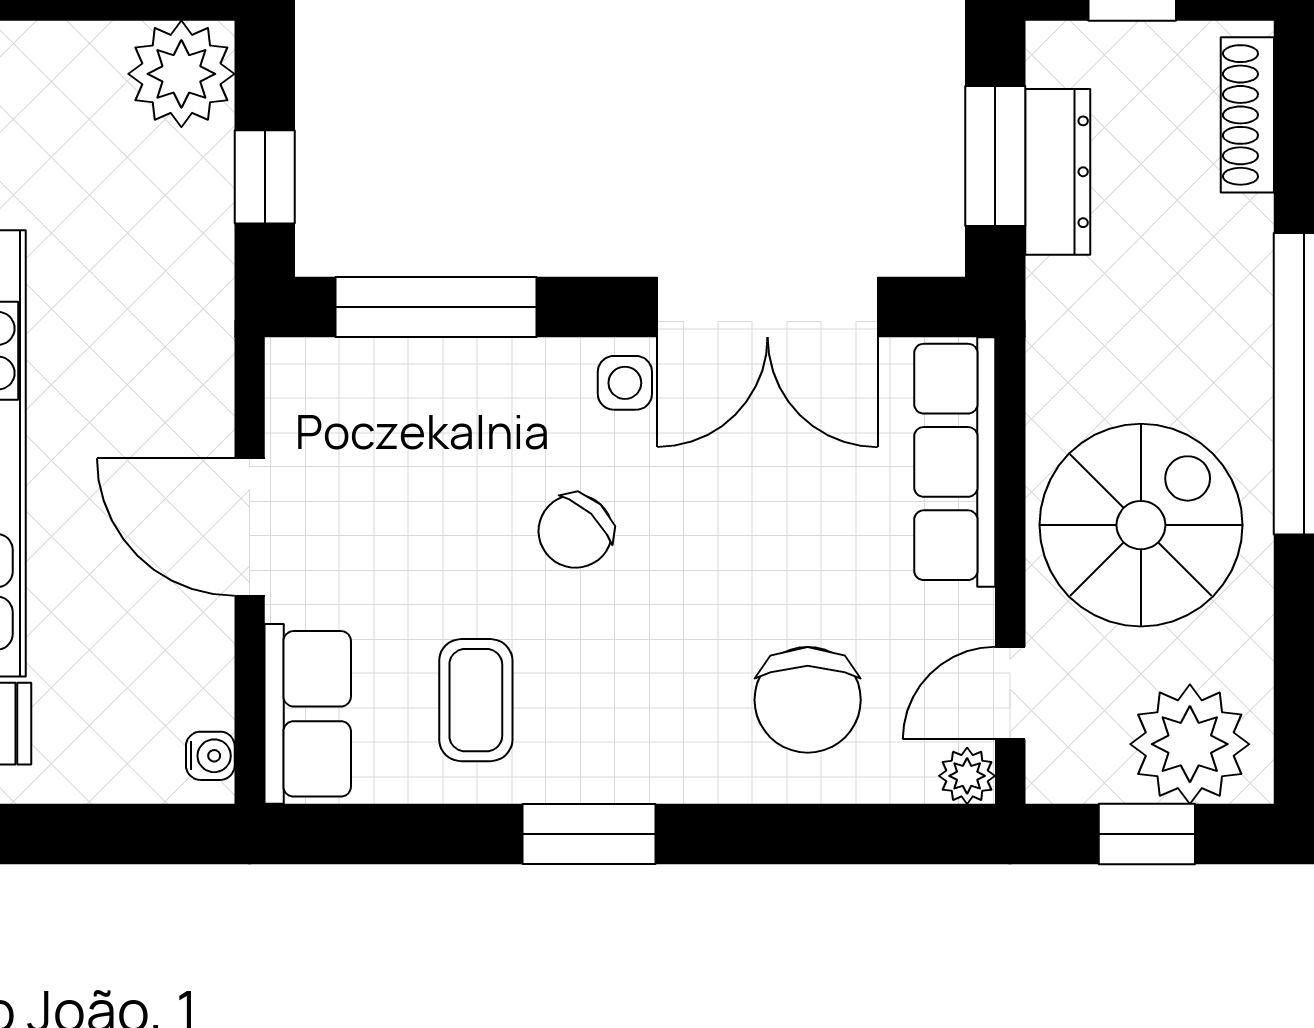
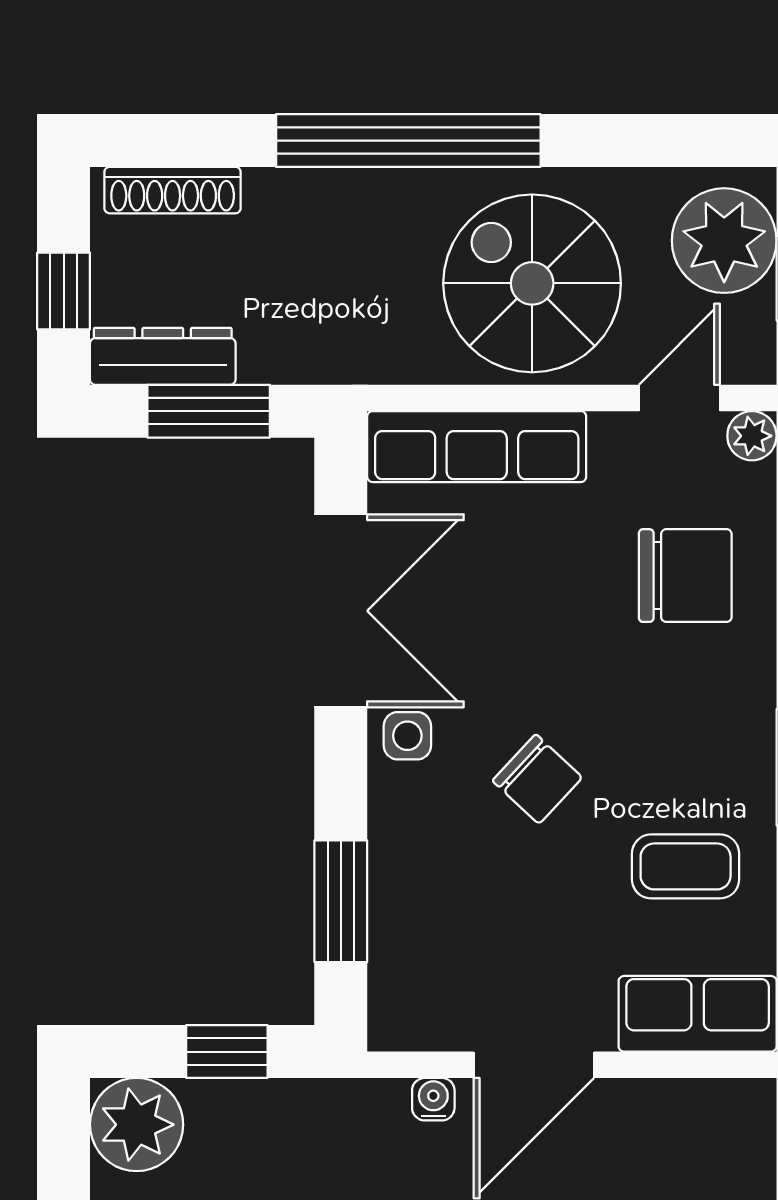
dresser: (1058, 172) -> (163, 356), moved
window: (436, 307) -> (341, 901), width x0.69
door: (1010, 693) -> (679, 398), swing flipped
water cooler: (210, 756) -> (433, 1099), moved

